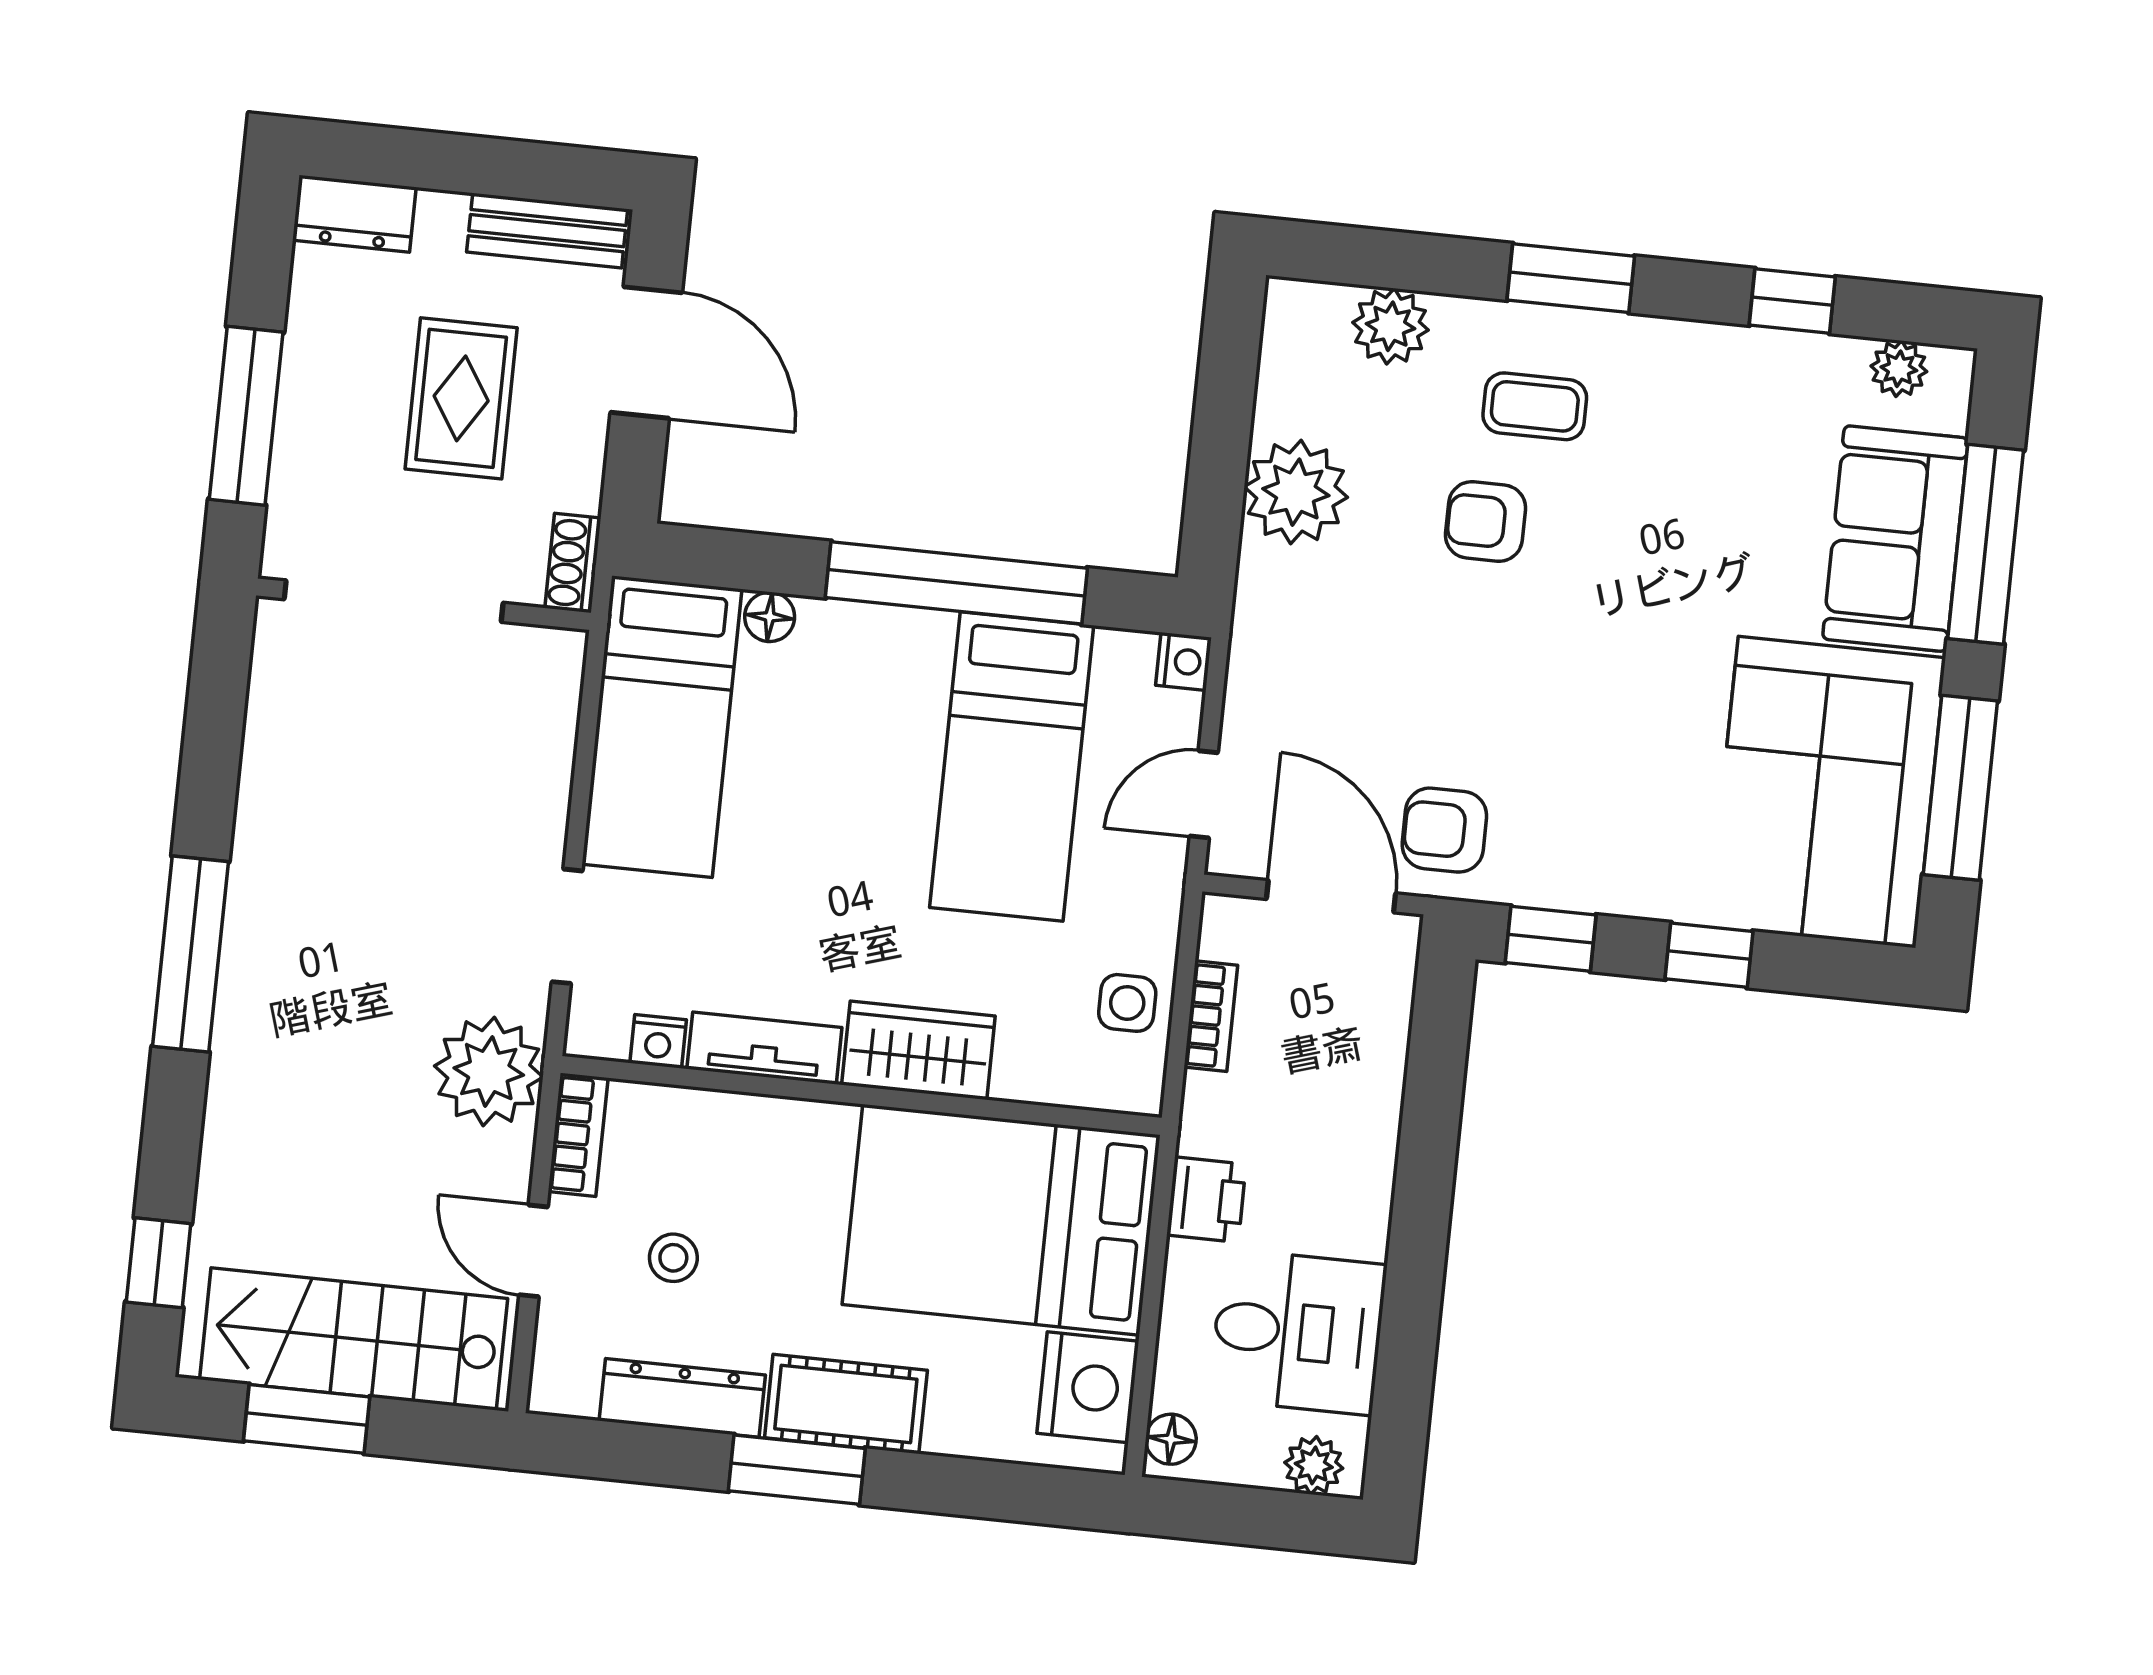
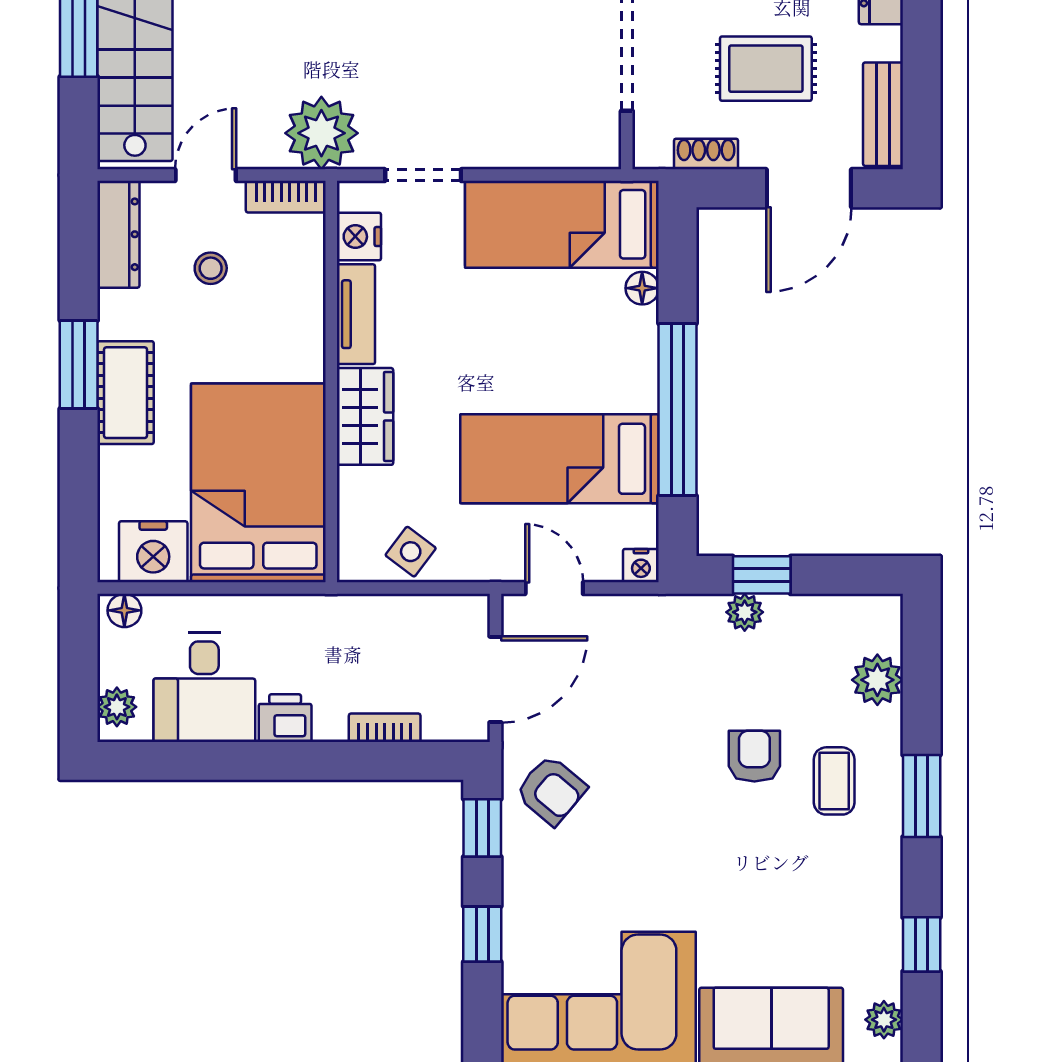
window: (1216, 483) -> (762, 575), added
plant: (1296, 492) -> (745, 612), width x0.53, depth x0.53
shoe rack: (573, 563) -> (706, 154), moved
armchair: (1444, 830) -> (551, 790), moved, turned 130
side table: (1127, 1003) -> (411, 552), turned 37
bookcase: (1211, 1016) -> (385, 728), moved, turned 180
nightstand: (658, 1041) -> (359, 237), width x1.39, depth x1.35
printer: (1206, 1200) -> (285, 718), moved, turned 180
dresser: (682, 1398) -> (118, 234), moved

